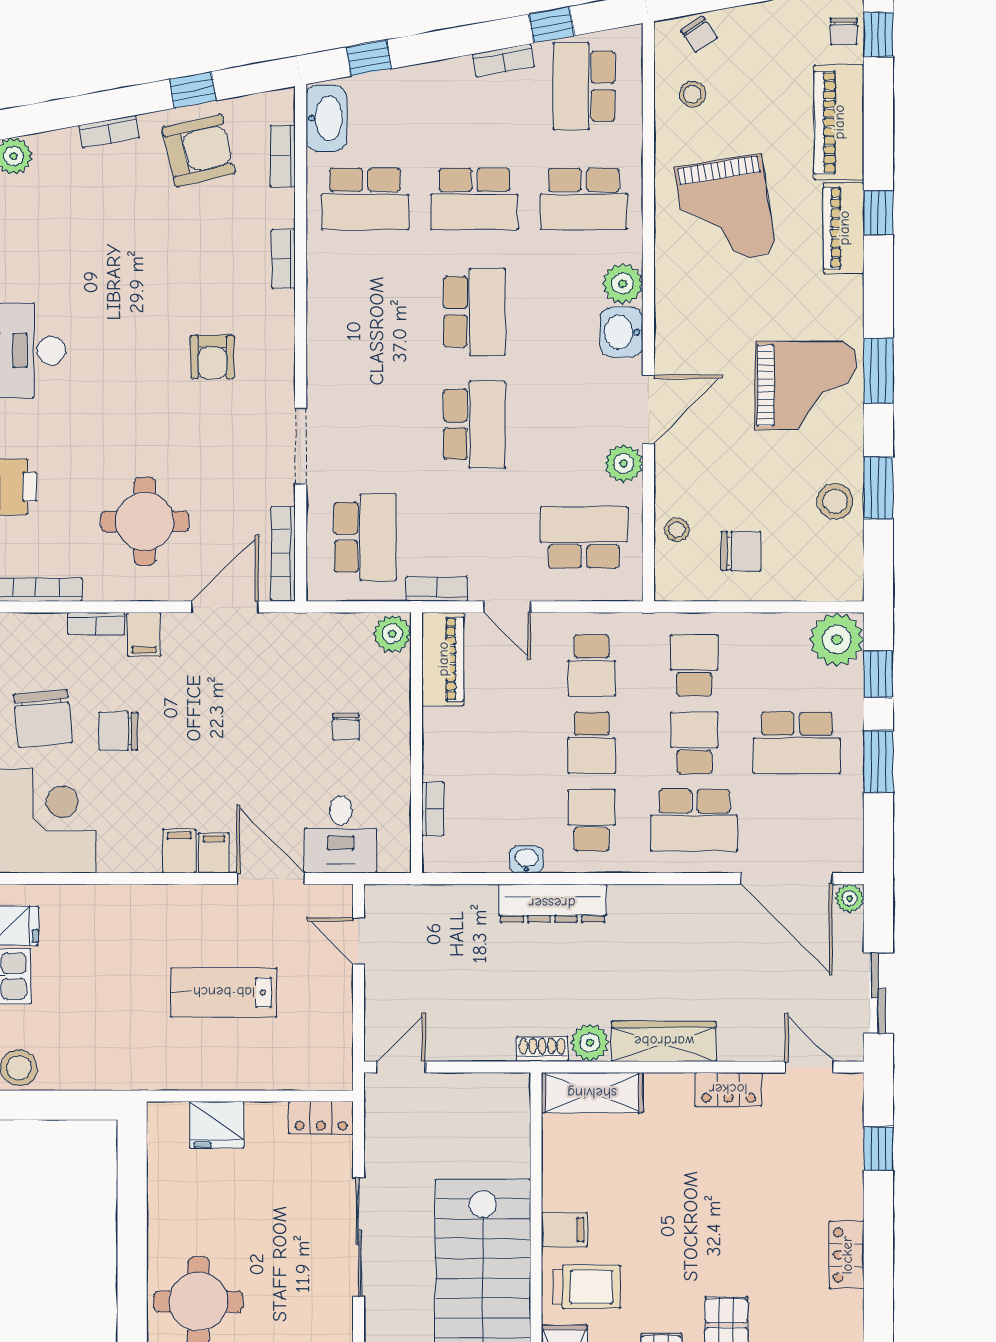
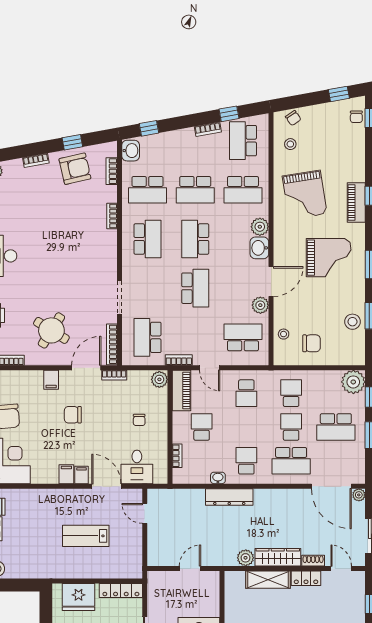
washbasin: (326, 118) -> (131, 151), width x0.72
piano: (839, 122) -> (354, 156), removed
school desk: (365, 312) -> (147, 239), added
school desk: (474, 312) -> (195, 239), turned 180
armchair: (212, 357) -> (81, 259), removed
grand piano: (806, 385) -> (329, 258), moved
round table: (145, 521) -> (51, 330), turned 32
school desk: (365, 537) -> (147, 337), turned 180
bookcase: (96, 624) -> (114, 375), moved
chair: (118, 731) -> (73, 415), moved
school desk: (592, 743) -> (202, 427), moved, turned 180
shoe rack: (542, 1049) -> (313, 561), moved
door: (401, 1067) -> (190, 568), moved
shelving: (592, 1093) -> (268, 580), moved
locker: (321, 1118) -> (121, 591), width x1.53
fridge: (217, 1125) -> (79, 597), width x1.36, depth x1.34

